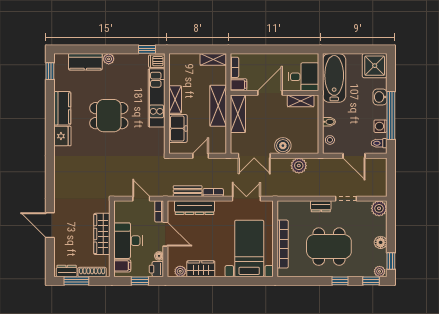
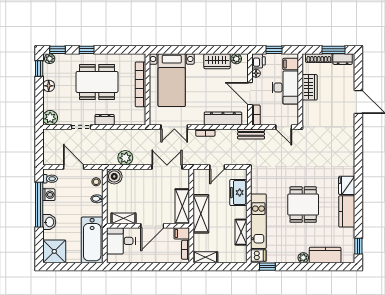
shelving: (175, 99) -> (241, 232), moved
dining table: (109, 116) -> (303, 205), turned 90
boiler: (283, 146) -> (114, 176), moved
bench: (188, 191) -> (251, 134), moved
door: (141, 199) -> (284, 127), moved
wardrobe: (102, 234) -> (310, 87), width x0.67

